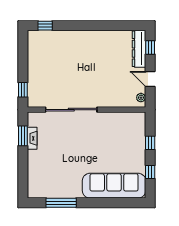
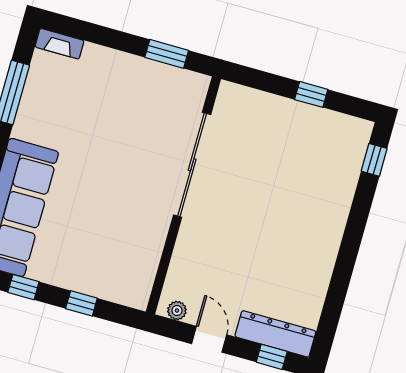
door: (150, 79) -> (209, 339), hinge flipped
window: (23, 90) -> (311, 94), moved
fireplace: (32, 138) -> (60, 44), moved

